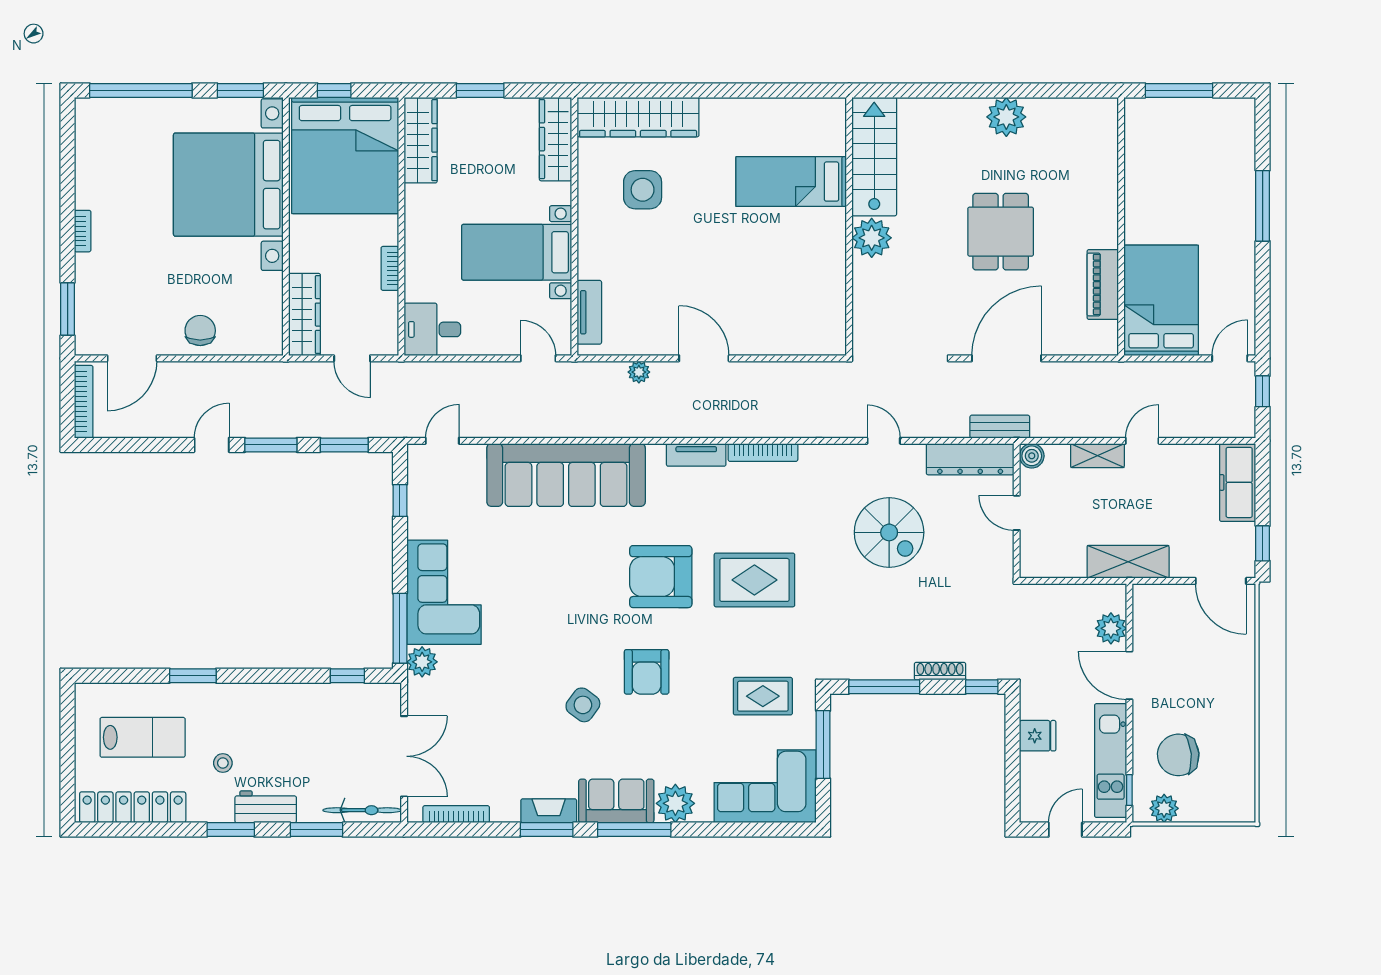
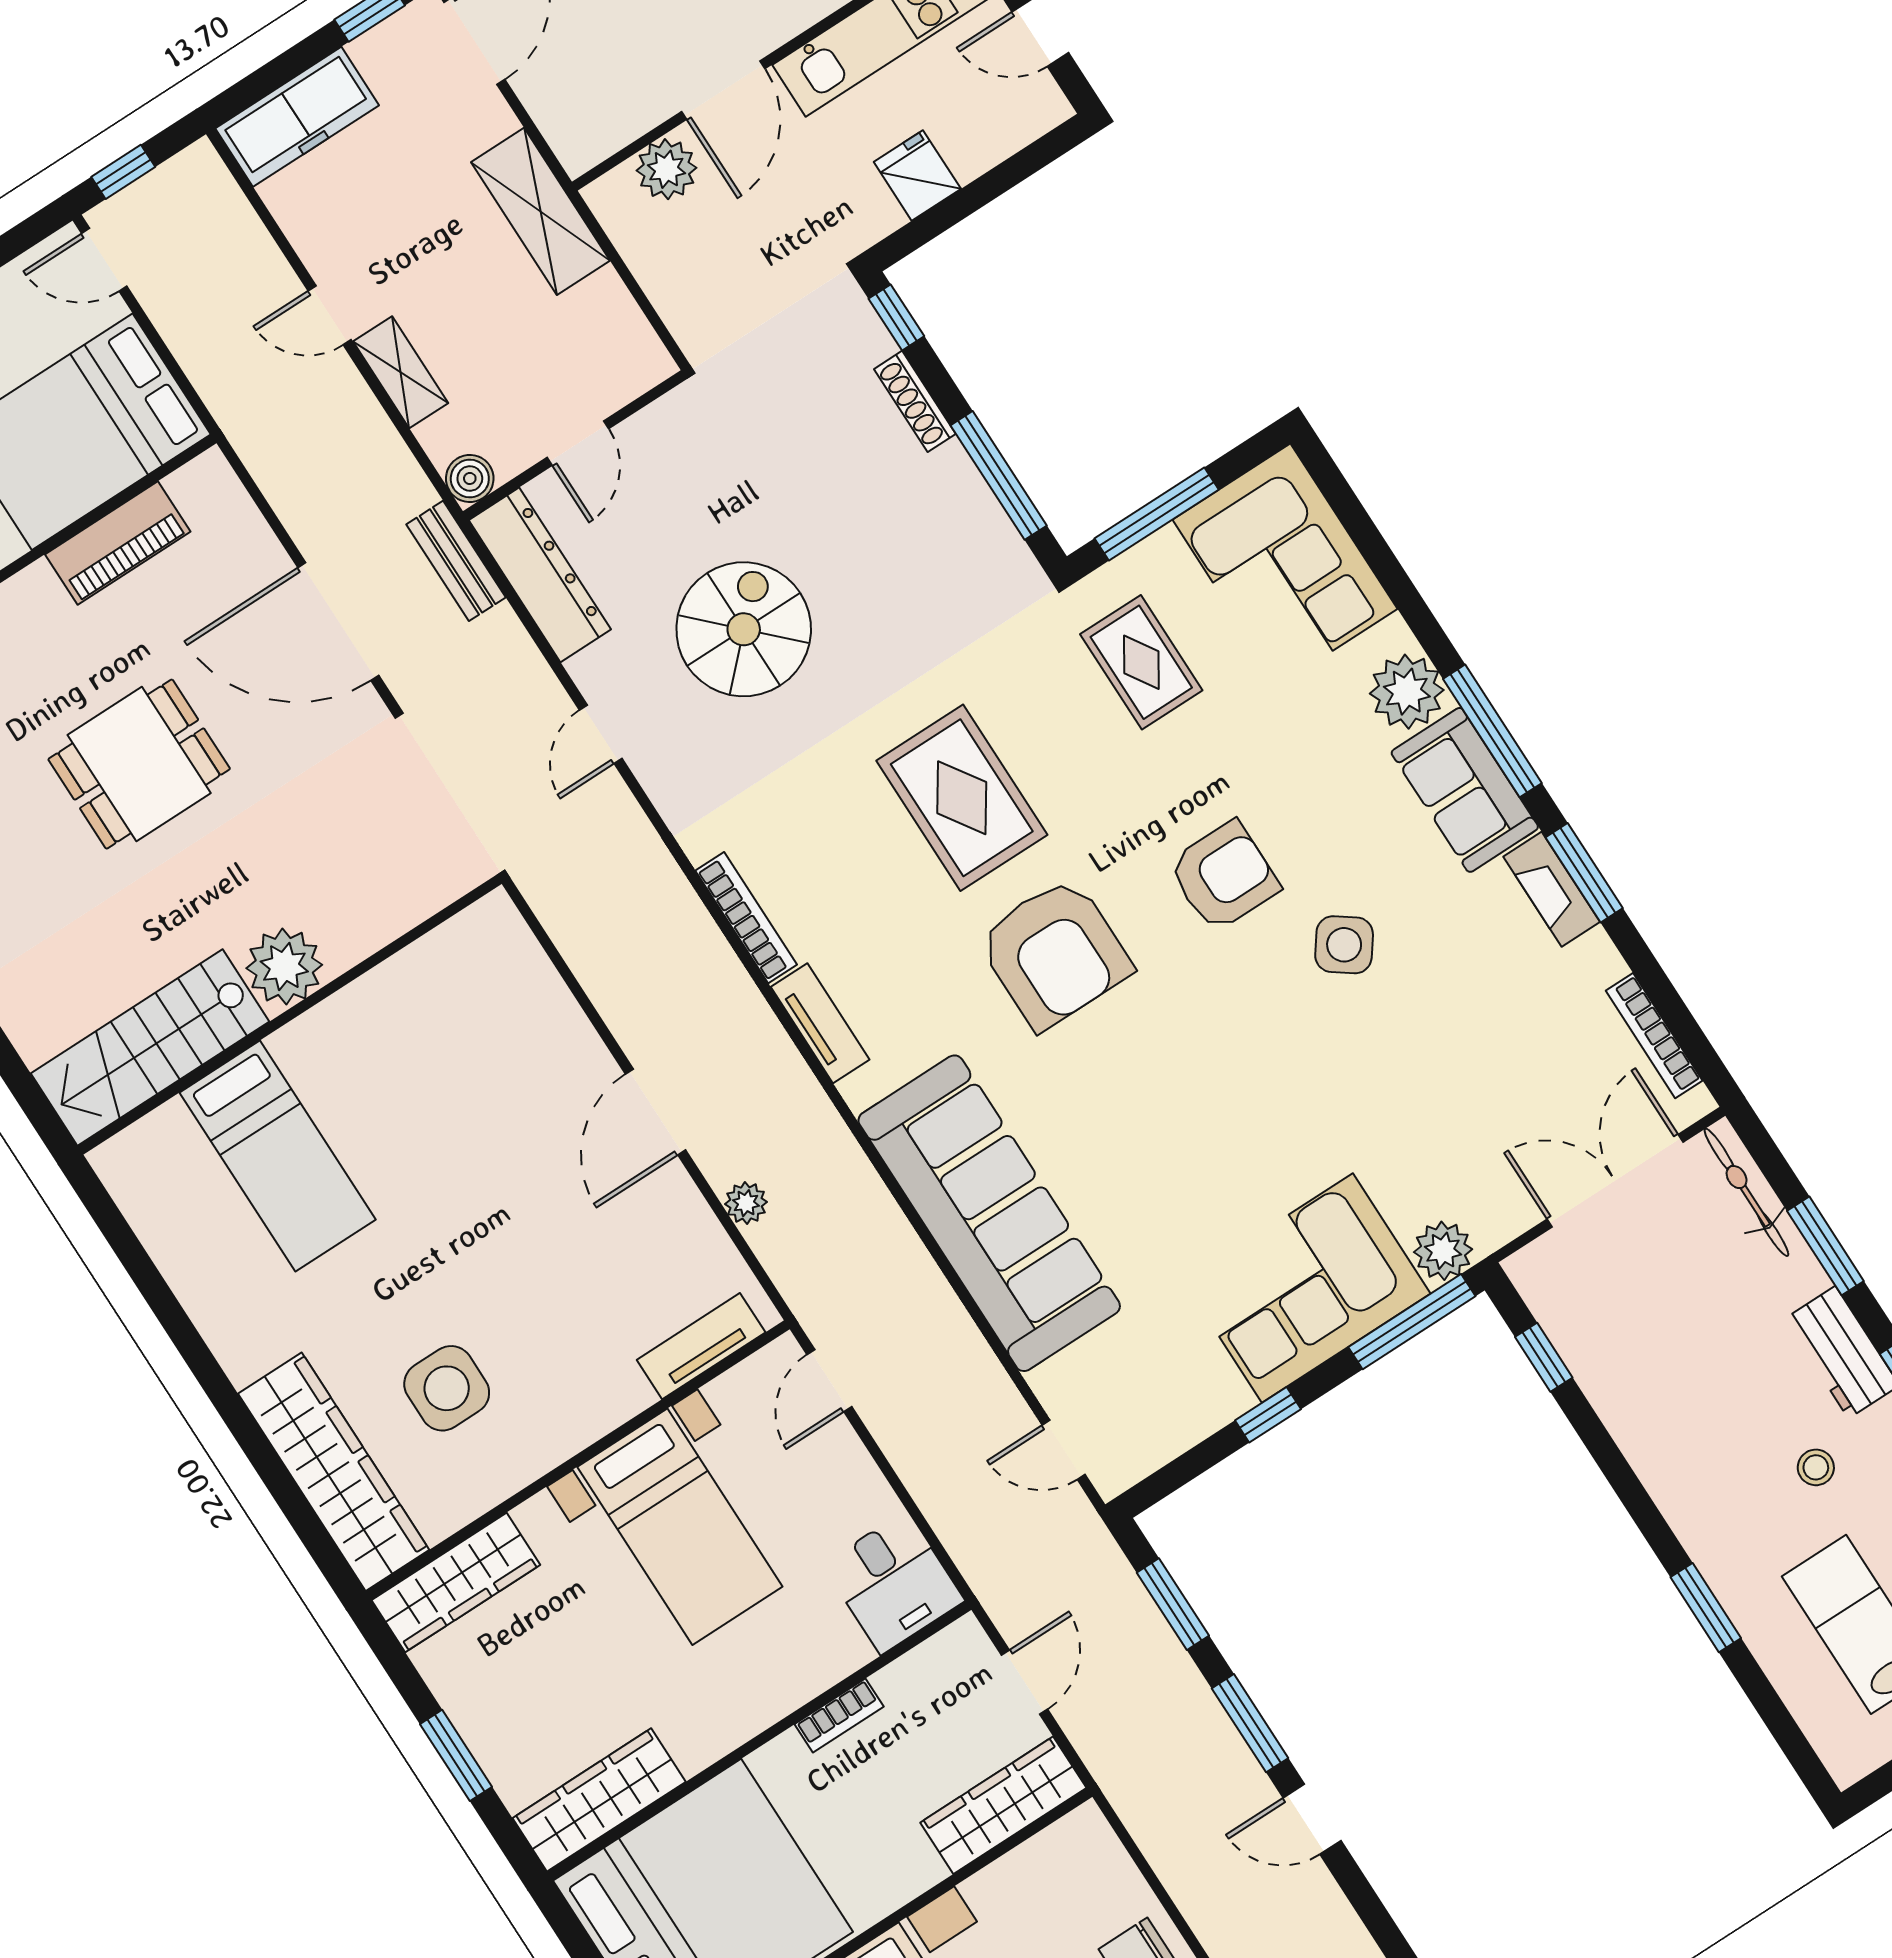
window: (400, 500) -> (1268, 1415), moved

